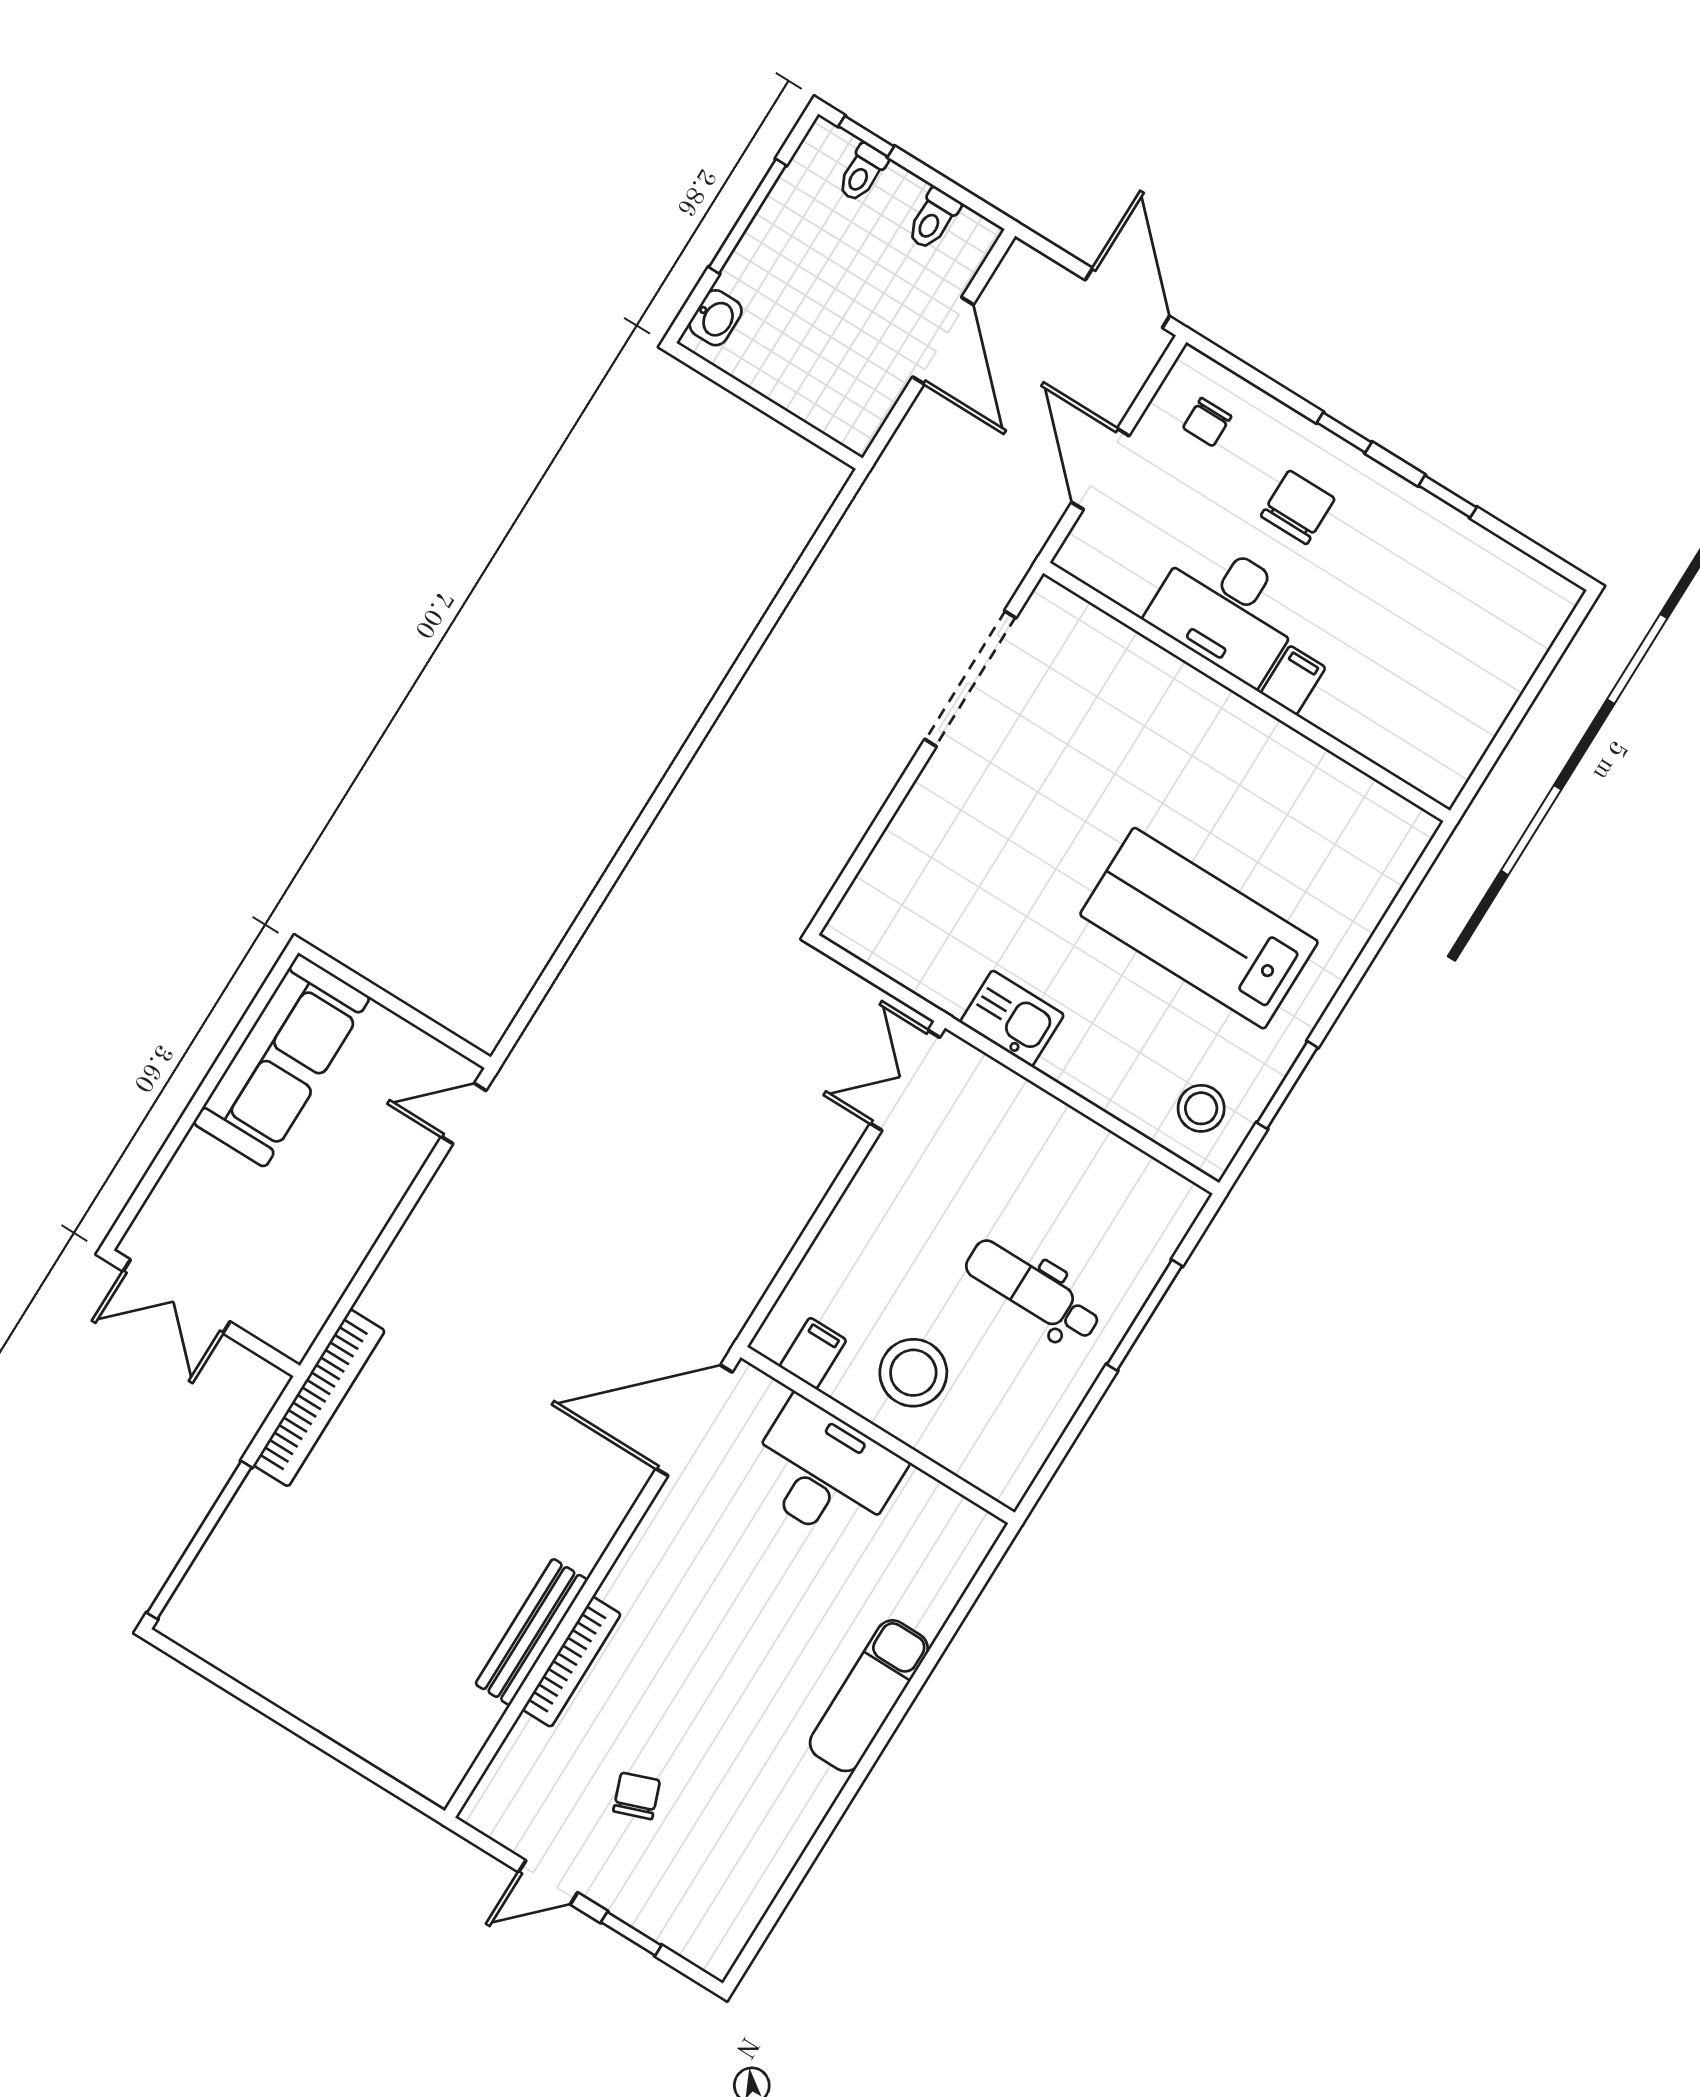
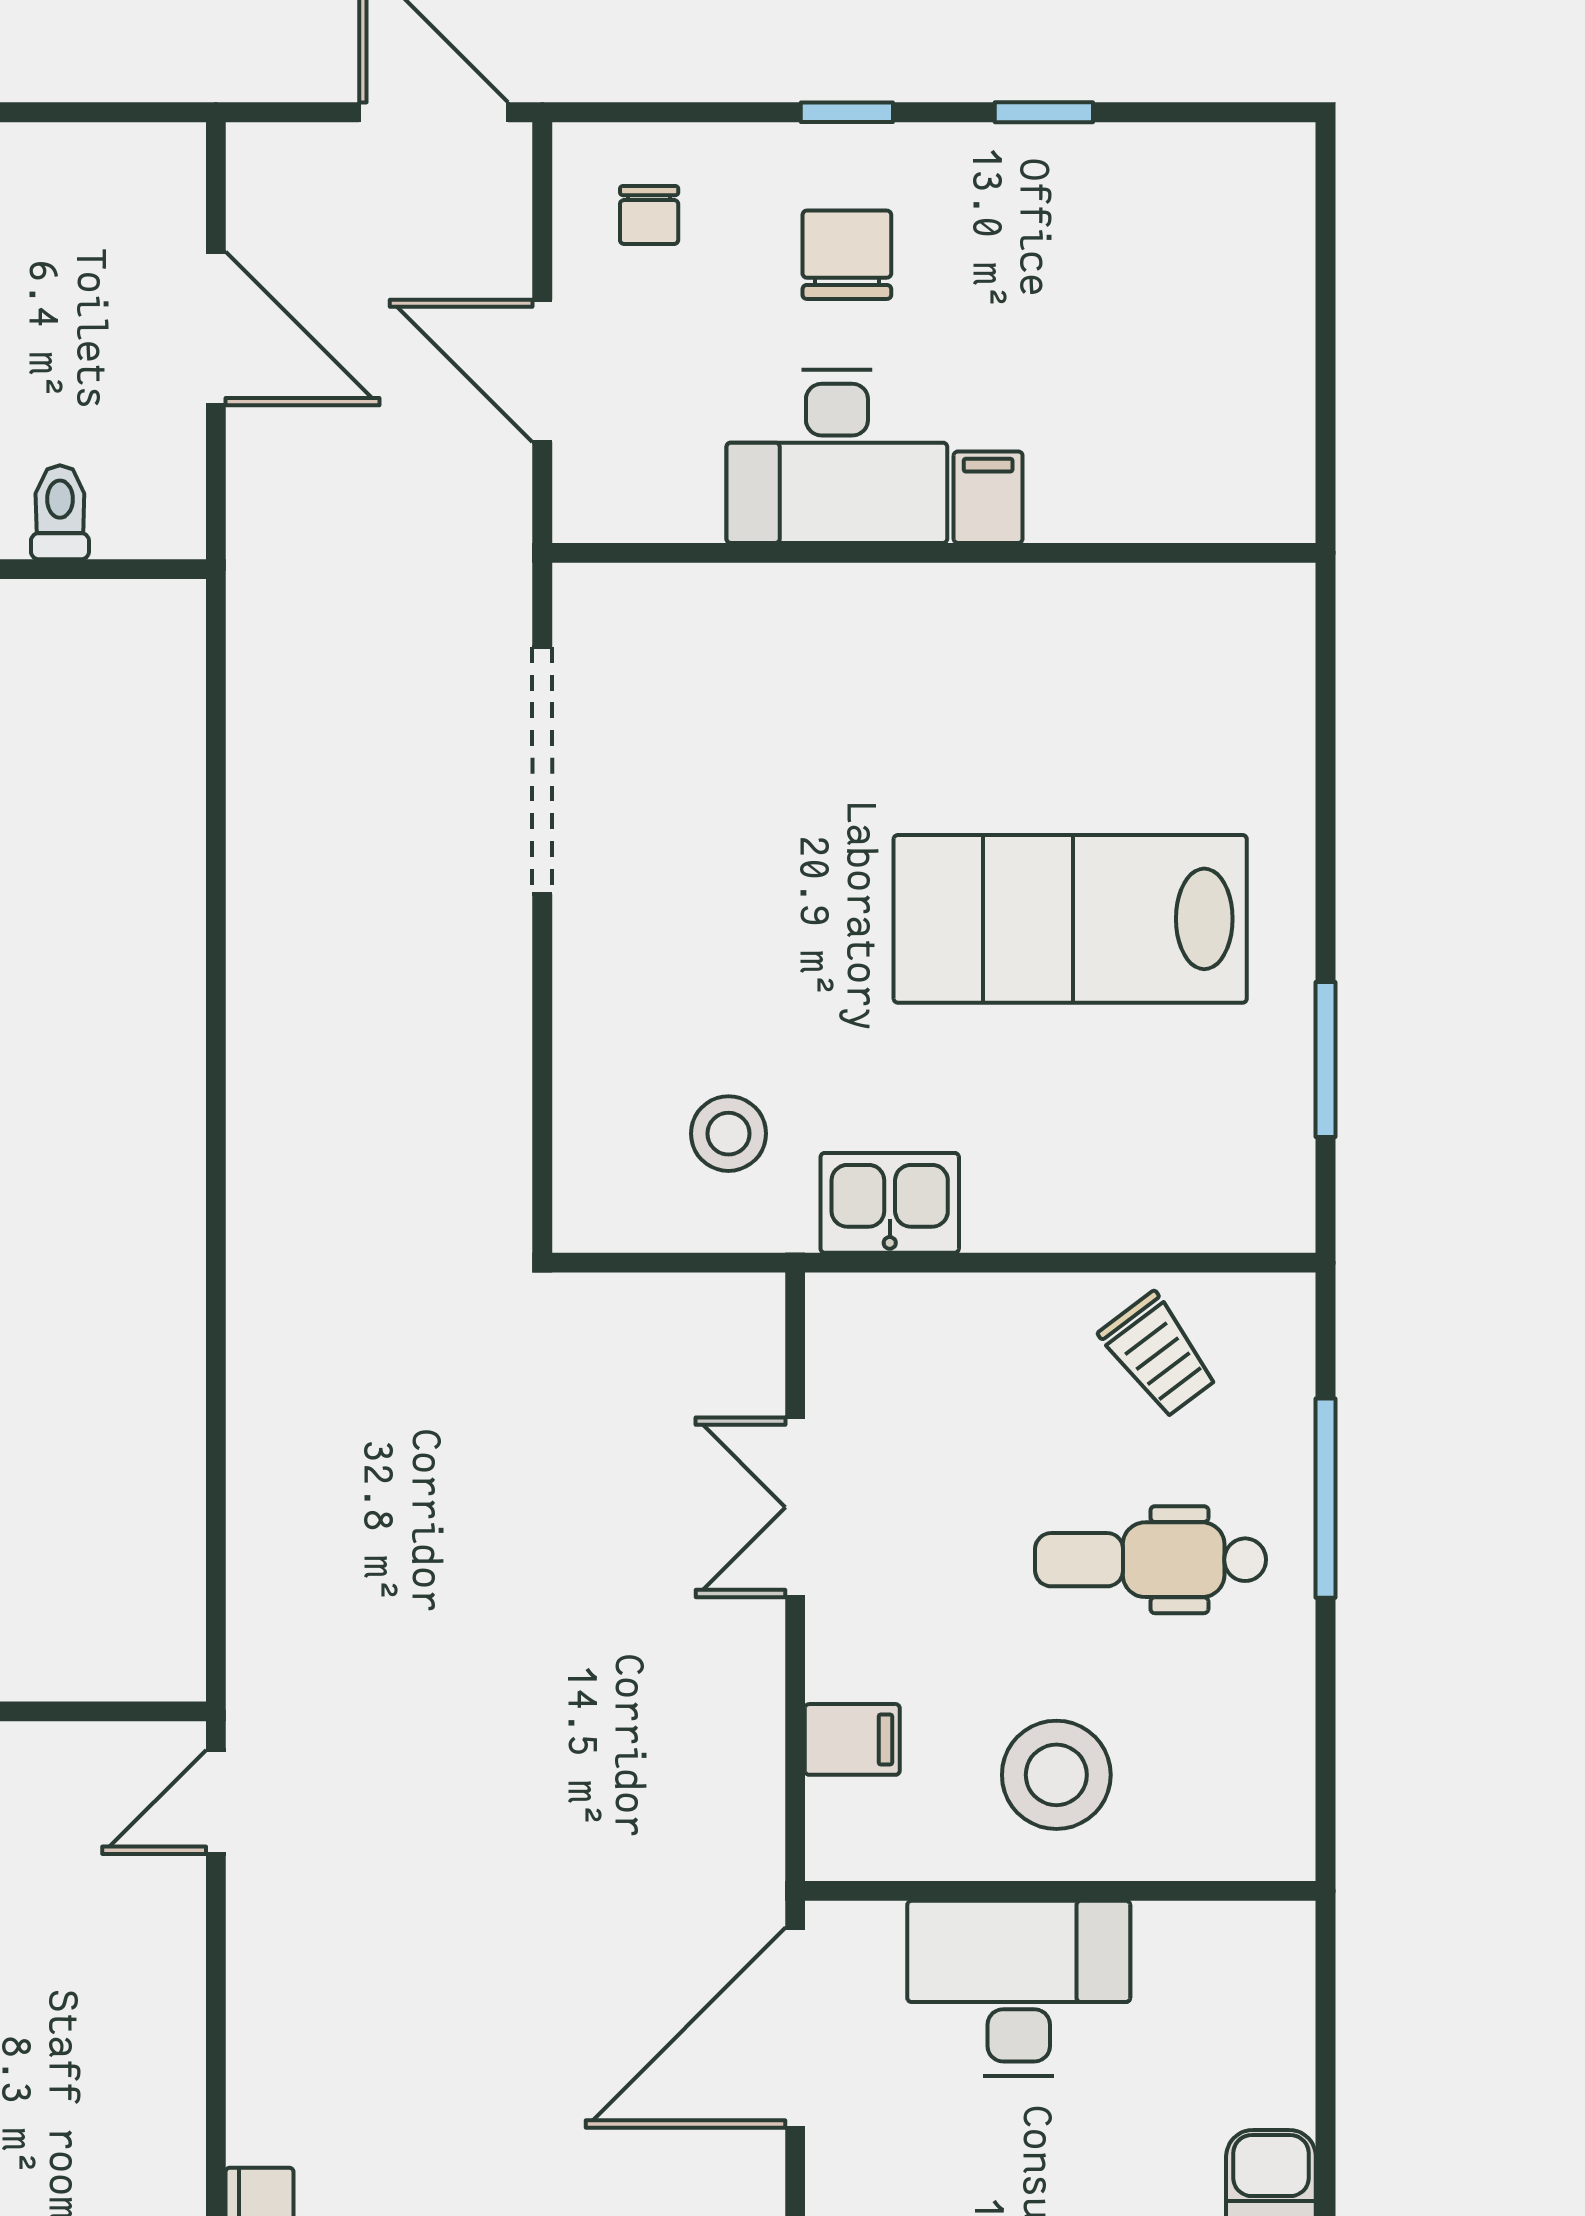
toilet: (933, 219) -> (60, 512), moved, turned 180
double door: (905, 1080) -> (795, 1507), moved
stool: (1201, 1108) -> (728, 1134), moved
trolley: (1103, 1186) -> (1159, 1355), added
filing cabinet: (813, 1353) -> (852, 1739), moved, turned 90

